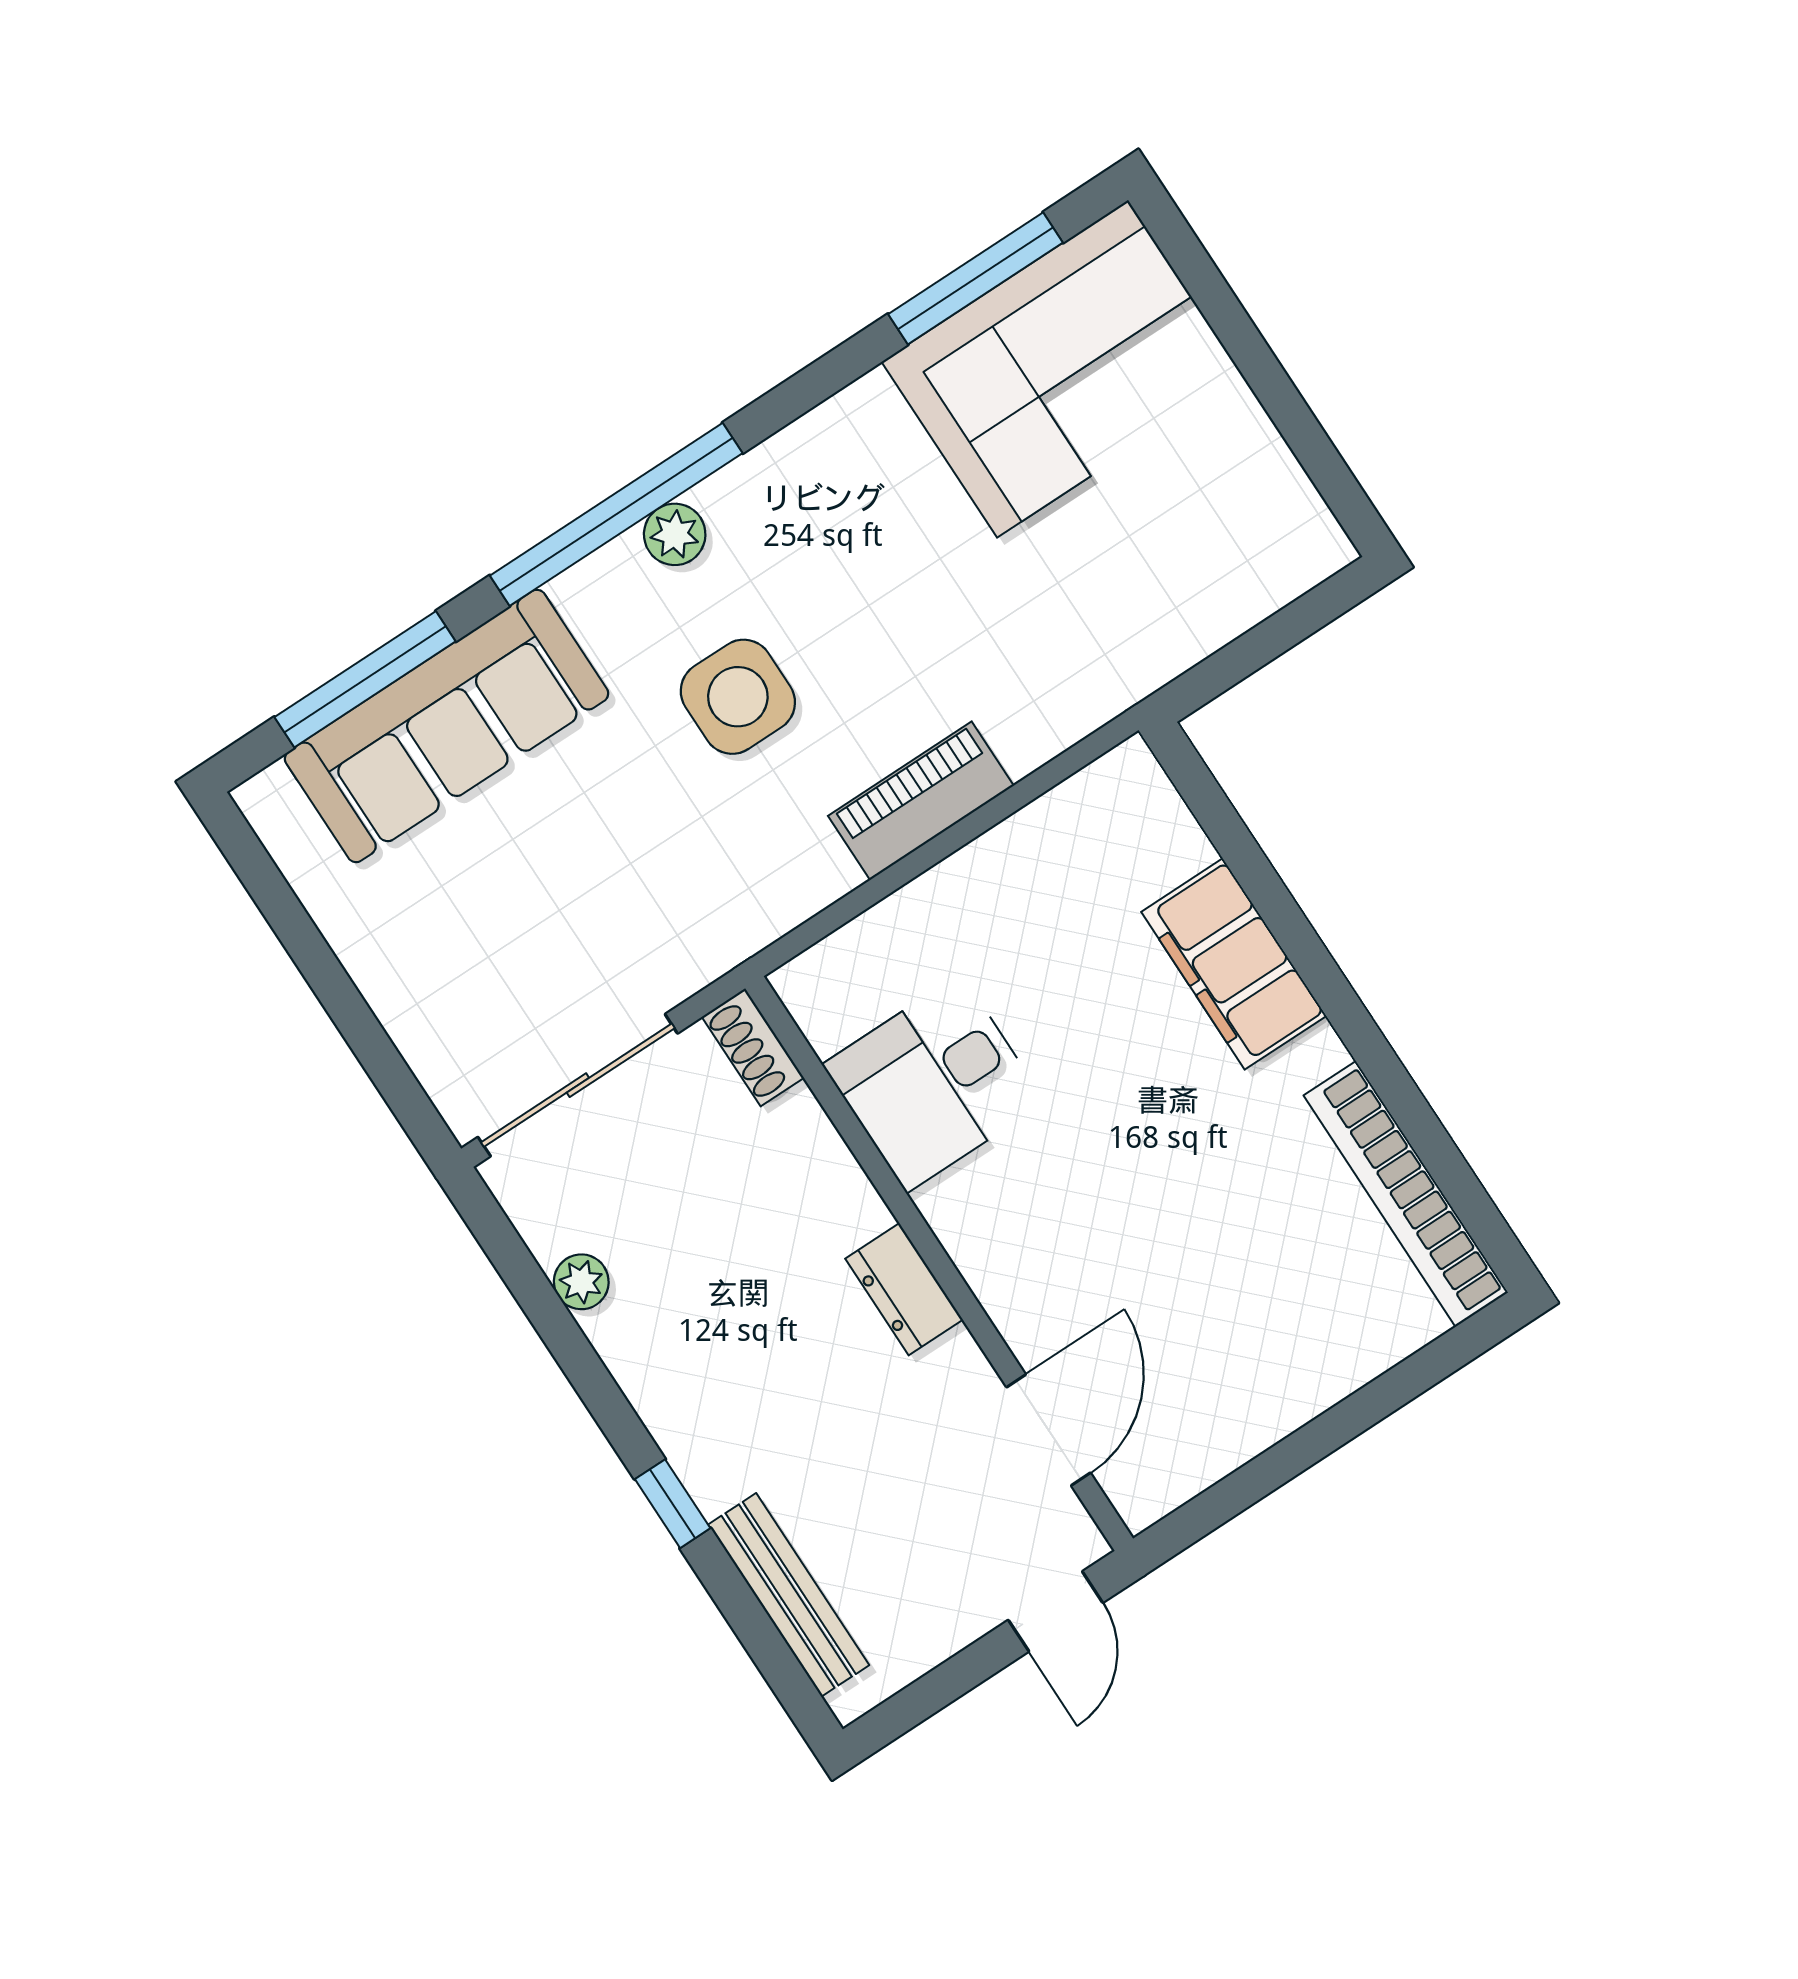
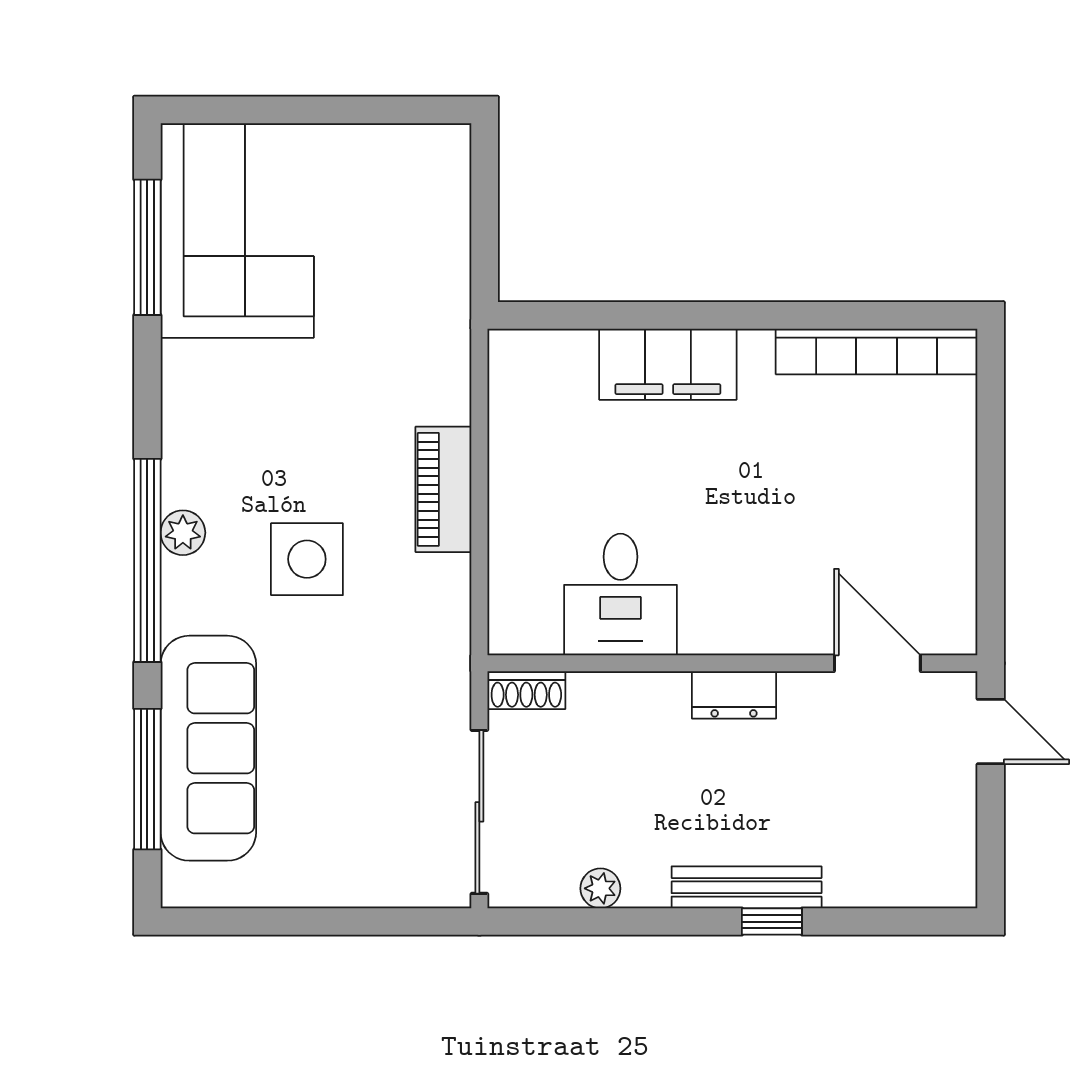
bench: (789, 1595) -> (747, 887), moved

